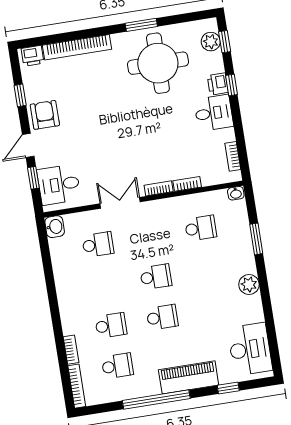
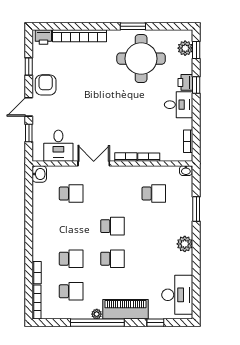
desk: (59, 185) -> (58, 146), moved, turned -90
plant: (154, 389) -> (97, 314), added

